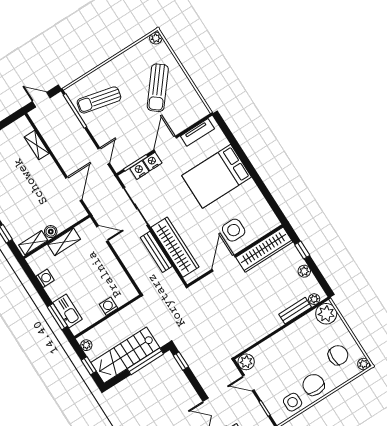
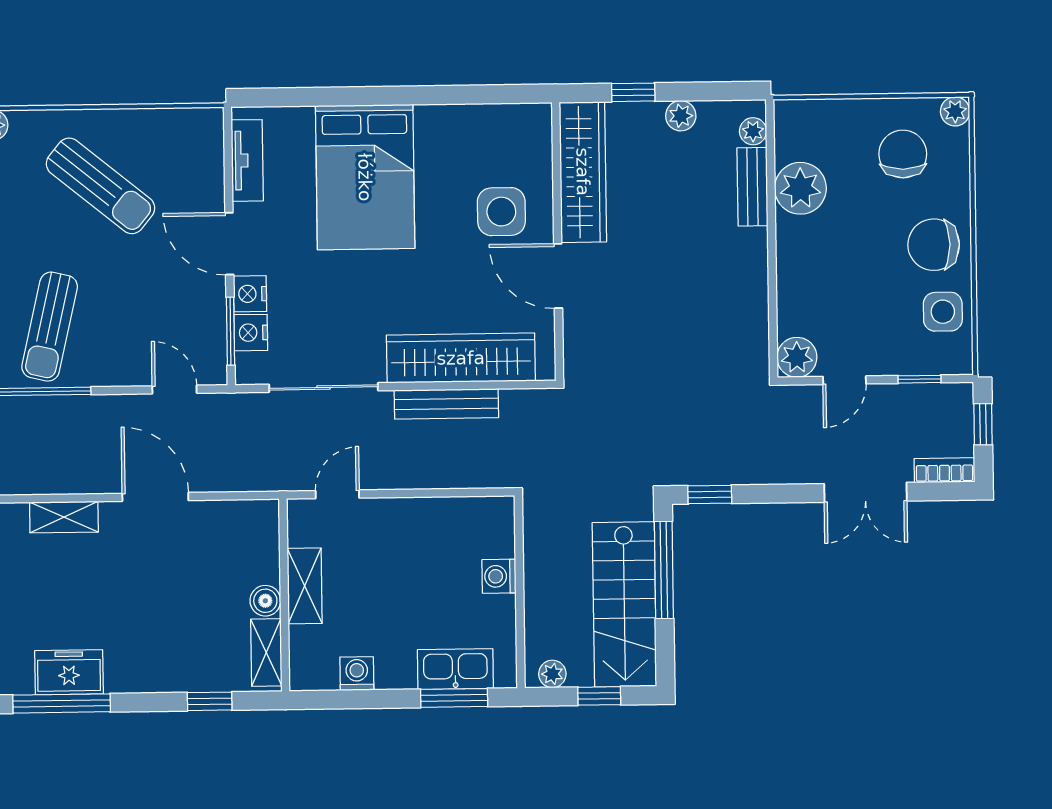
door: (74, 189) -> (155, 497), moved
plant: (326, 314) -> (800, 188), moved

